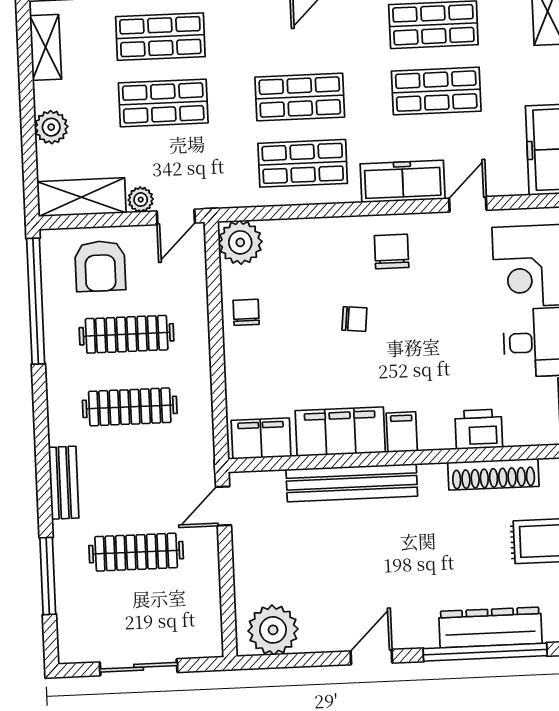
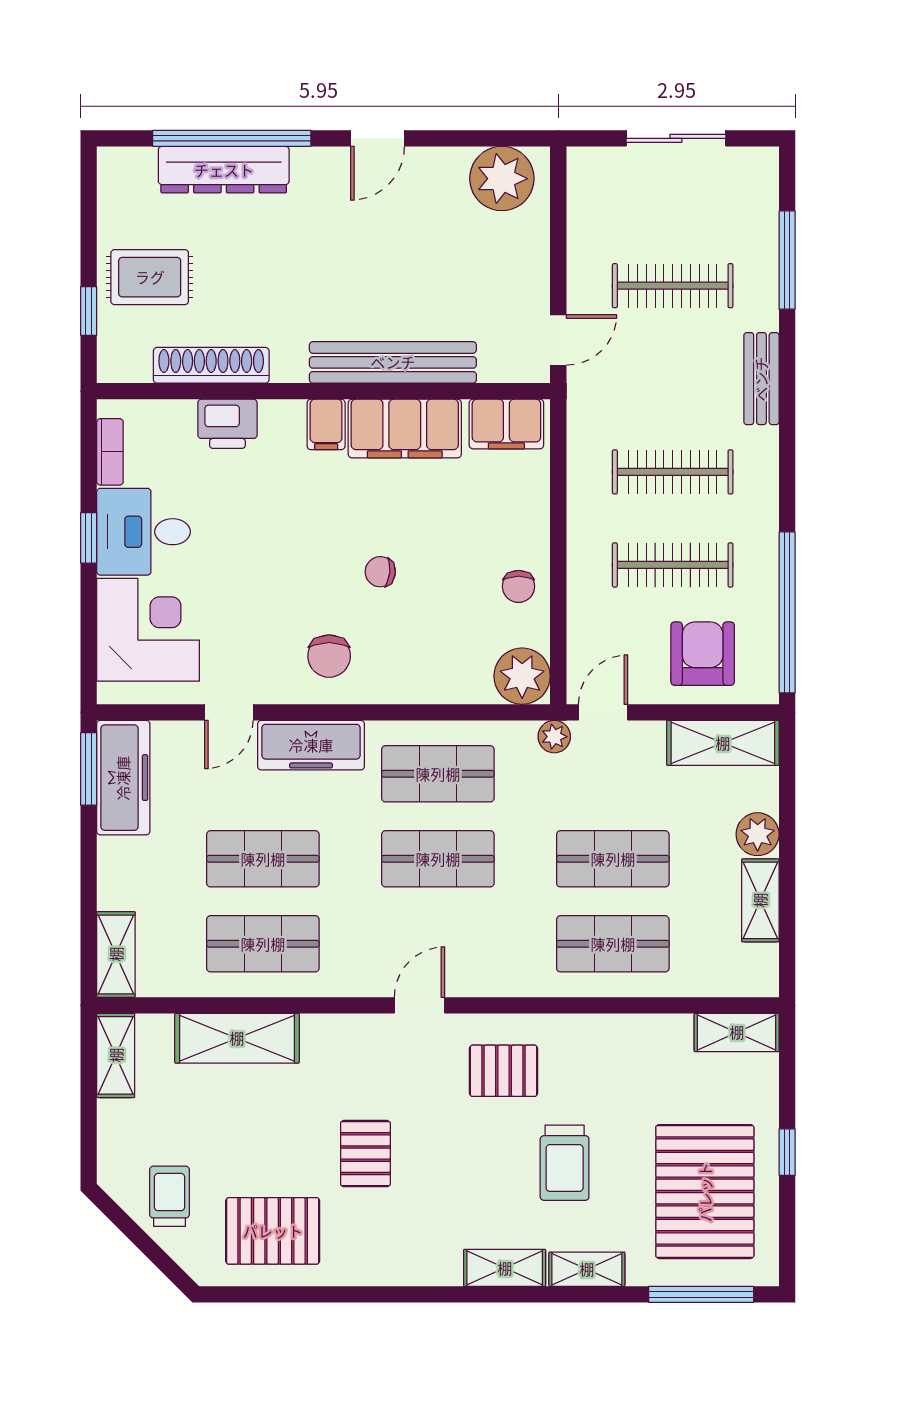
shelving: (46, 47) -> (760, 900), moved
plant: (141, 200) -> (554, 737), moved

